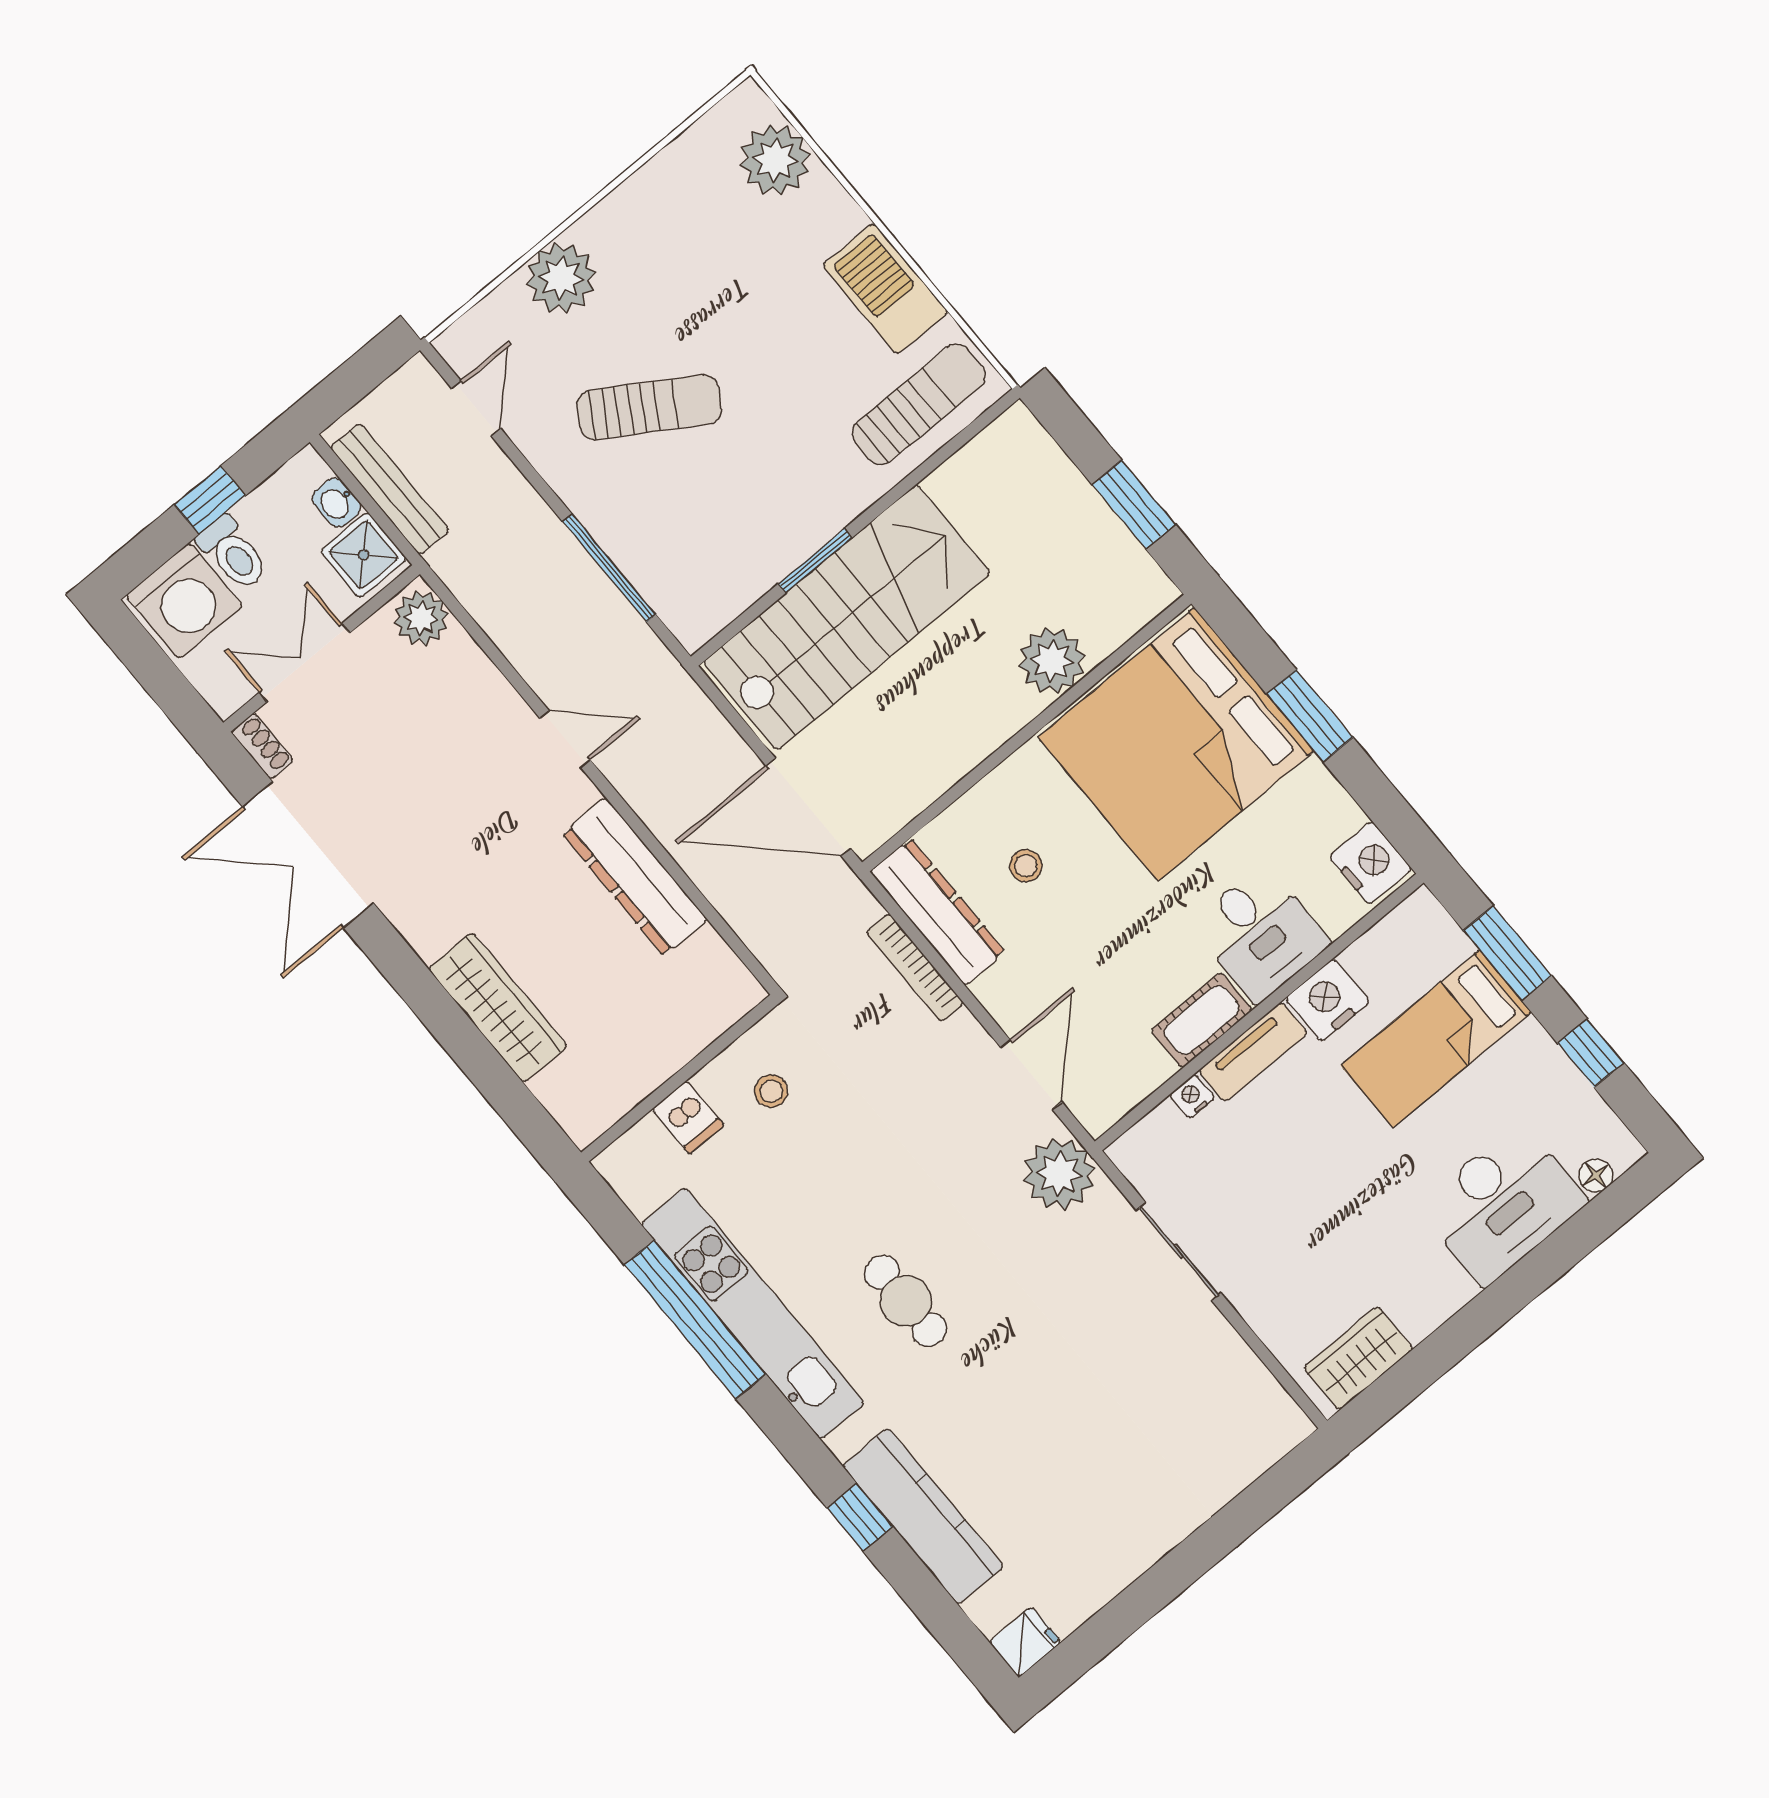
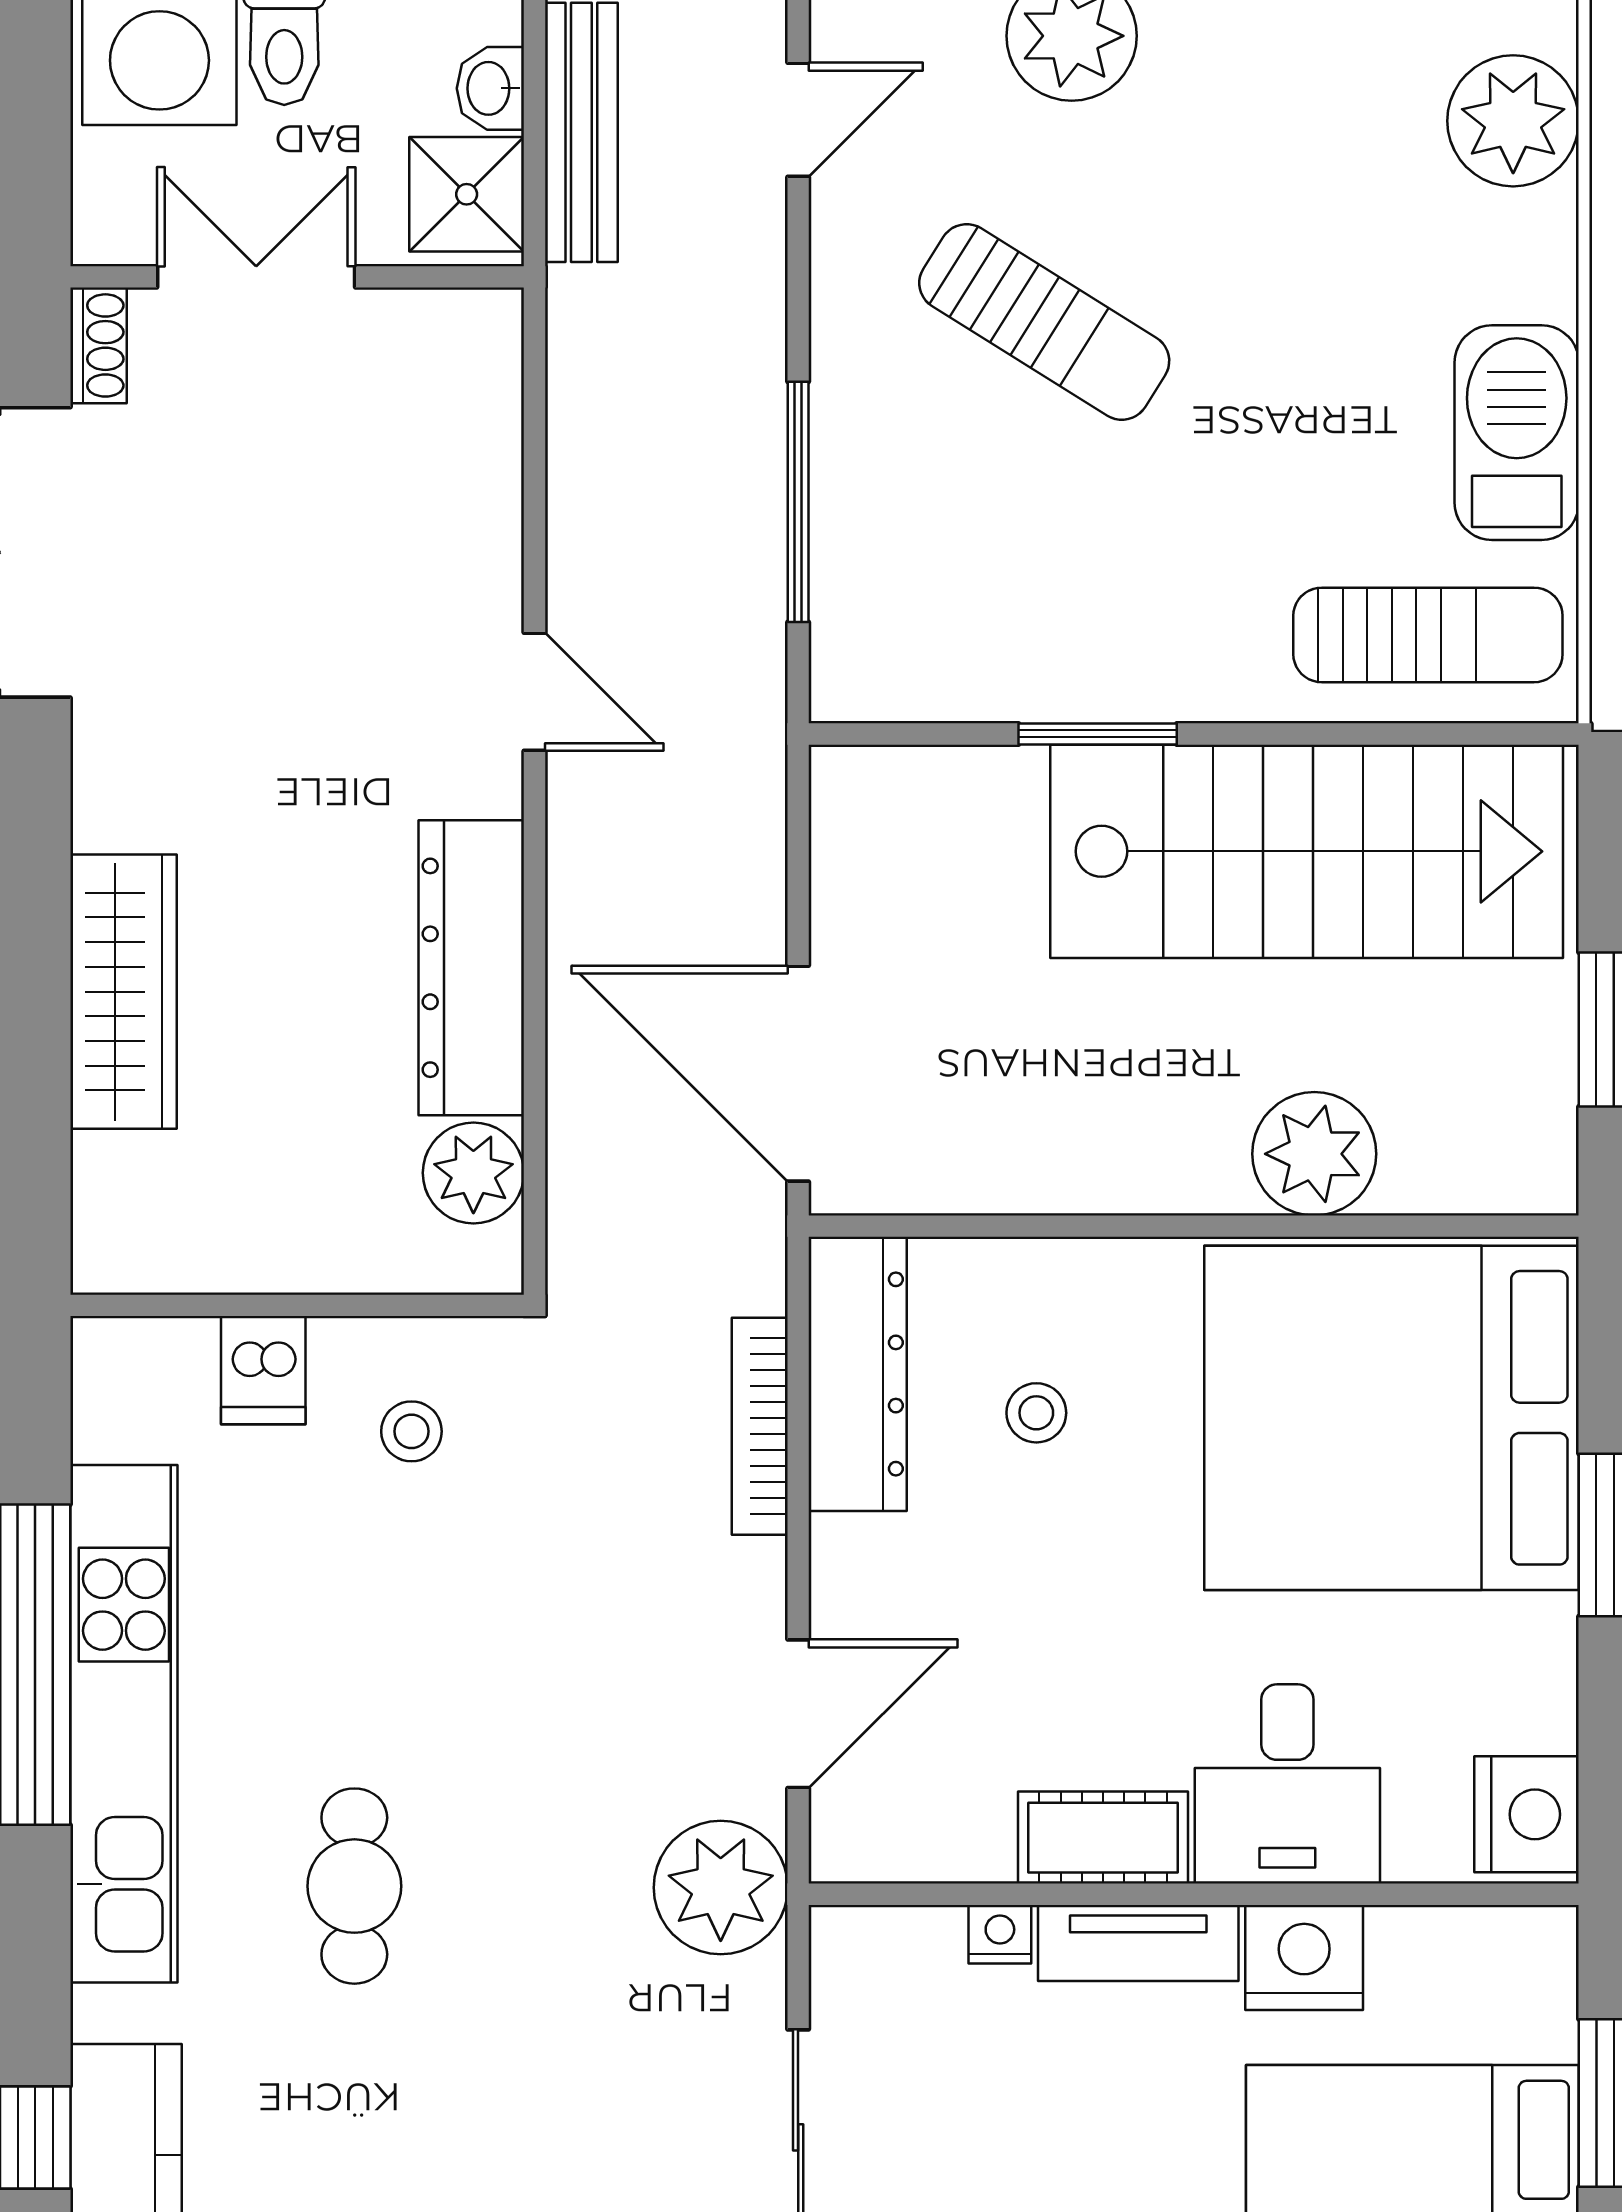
stairs: (847, 617) -> (1307, 851), moved
plant: (421, 618) -> (473, 1173), moved

